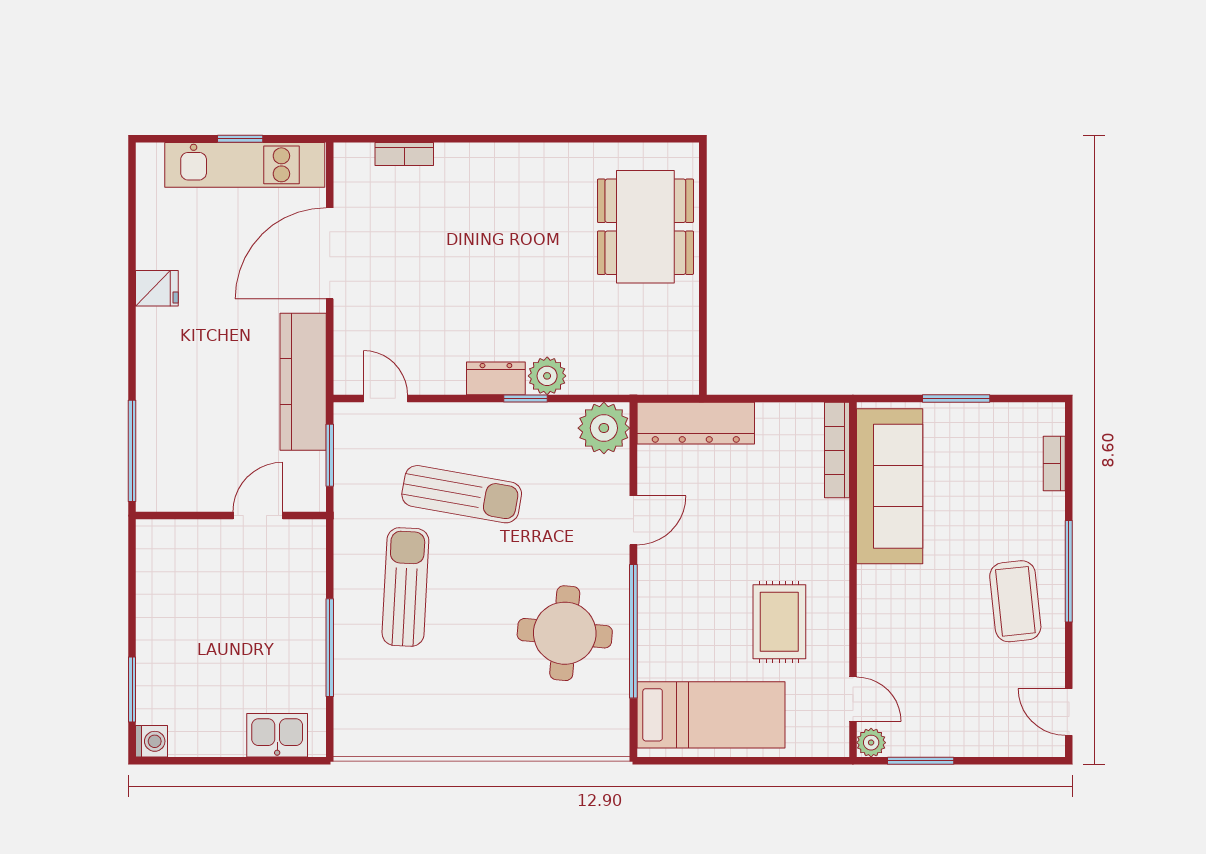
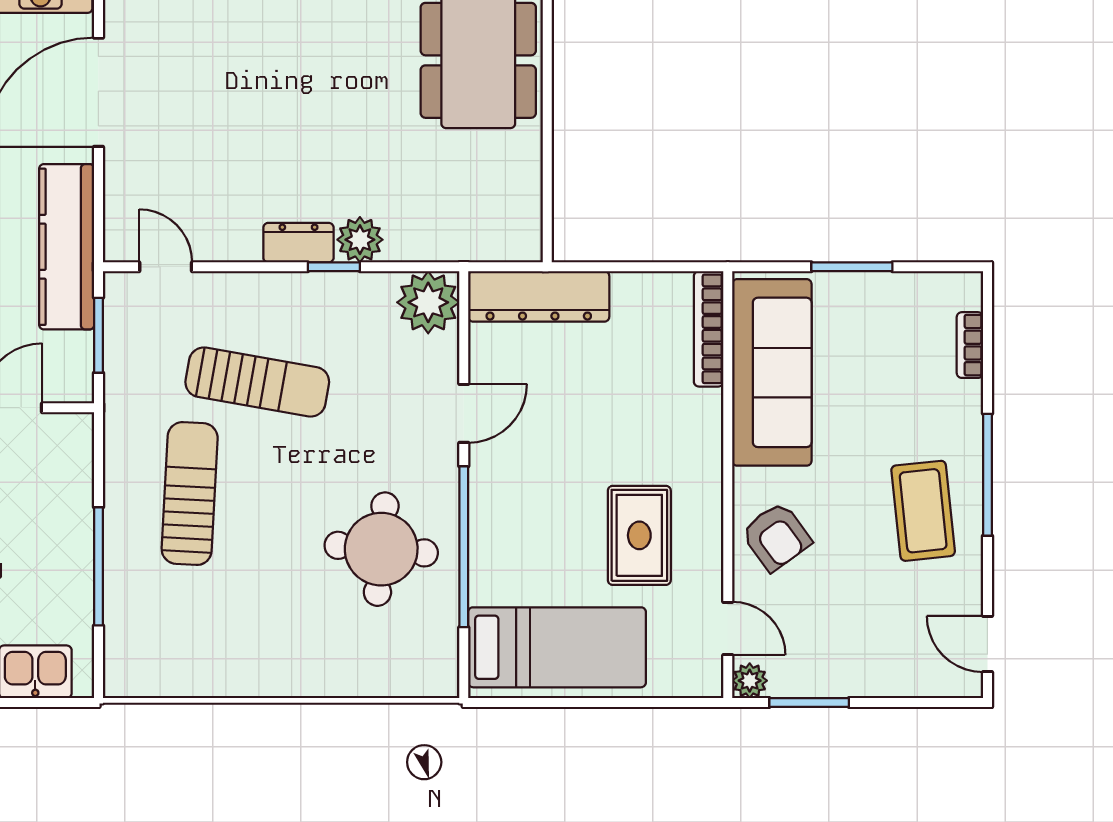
armchair: (893, 623) -> (776, 537), added

